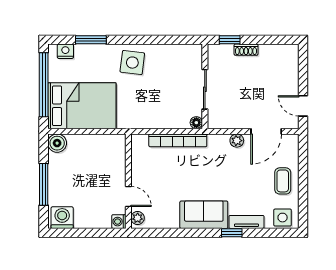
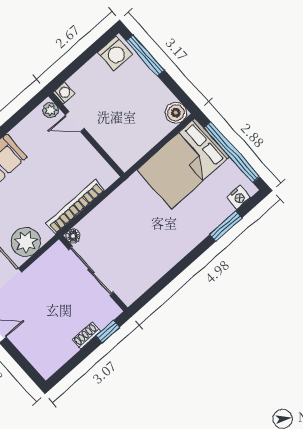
side table: (132, 63) -> (173, 238), removed
sliding door: (205, 89) -> (91, 271), width x1.37
plant: (237, 141) -> (26, 242), width x1.87, depth x1.87
window: (44, 184) -> (145, 56), moved

